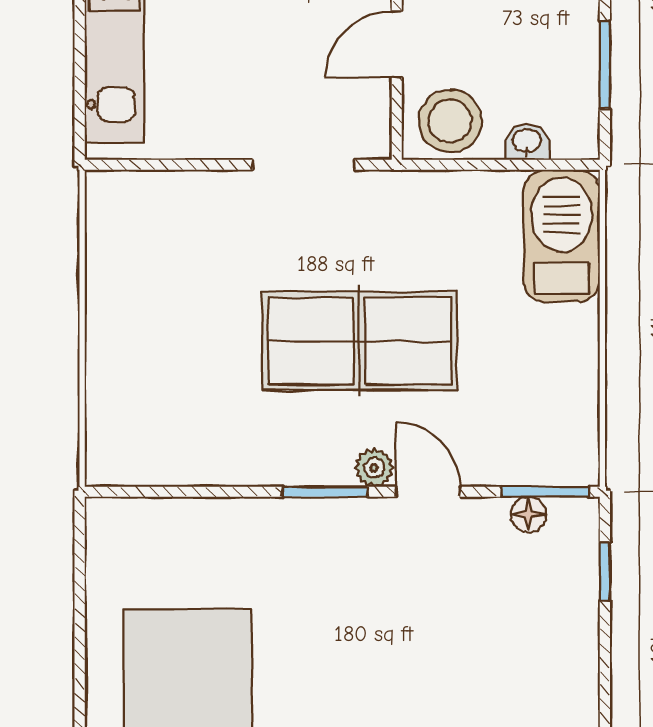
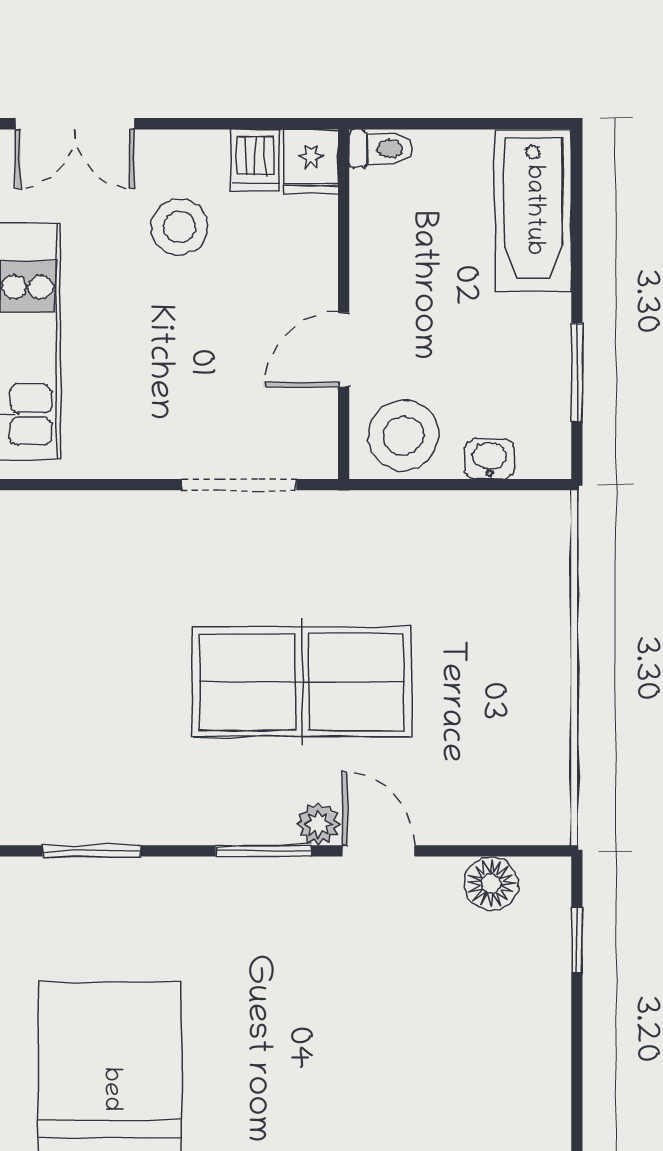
barbecue: (562, 236) -> (528, 564), removed
window: (545, 492) -> (92, 851), moved
floor lamp: (528, 514) -> (491, 883), width x1.37, depth x1.37

